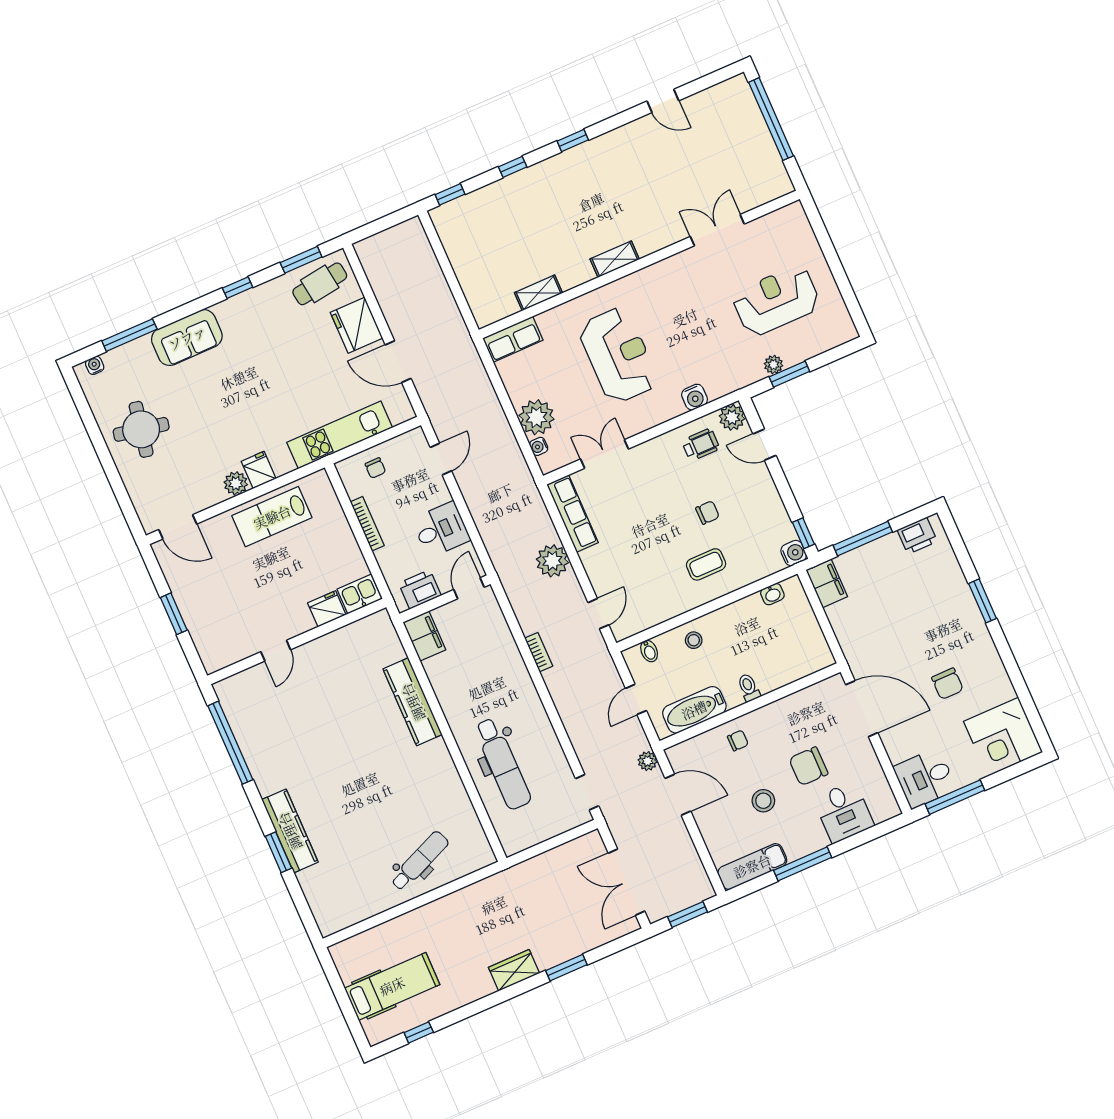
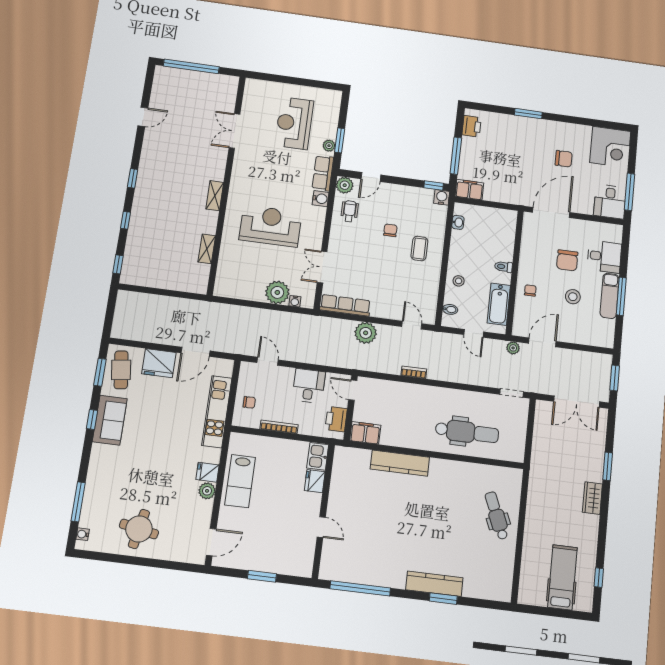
sofa: (187, 338) -> (110, 420), moved
row of seats: (513, 339) -> (323, 173), moved, turned 180
exam couch: (752, 866) -> (610, 296), moved

